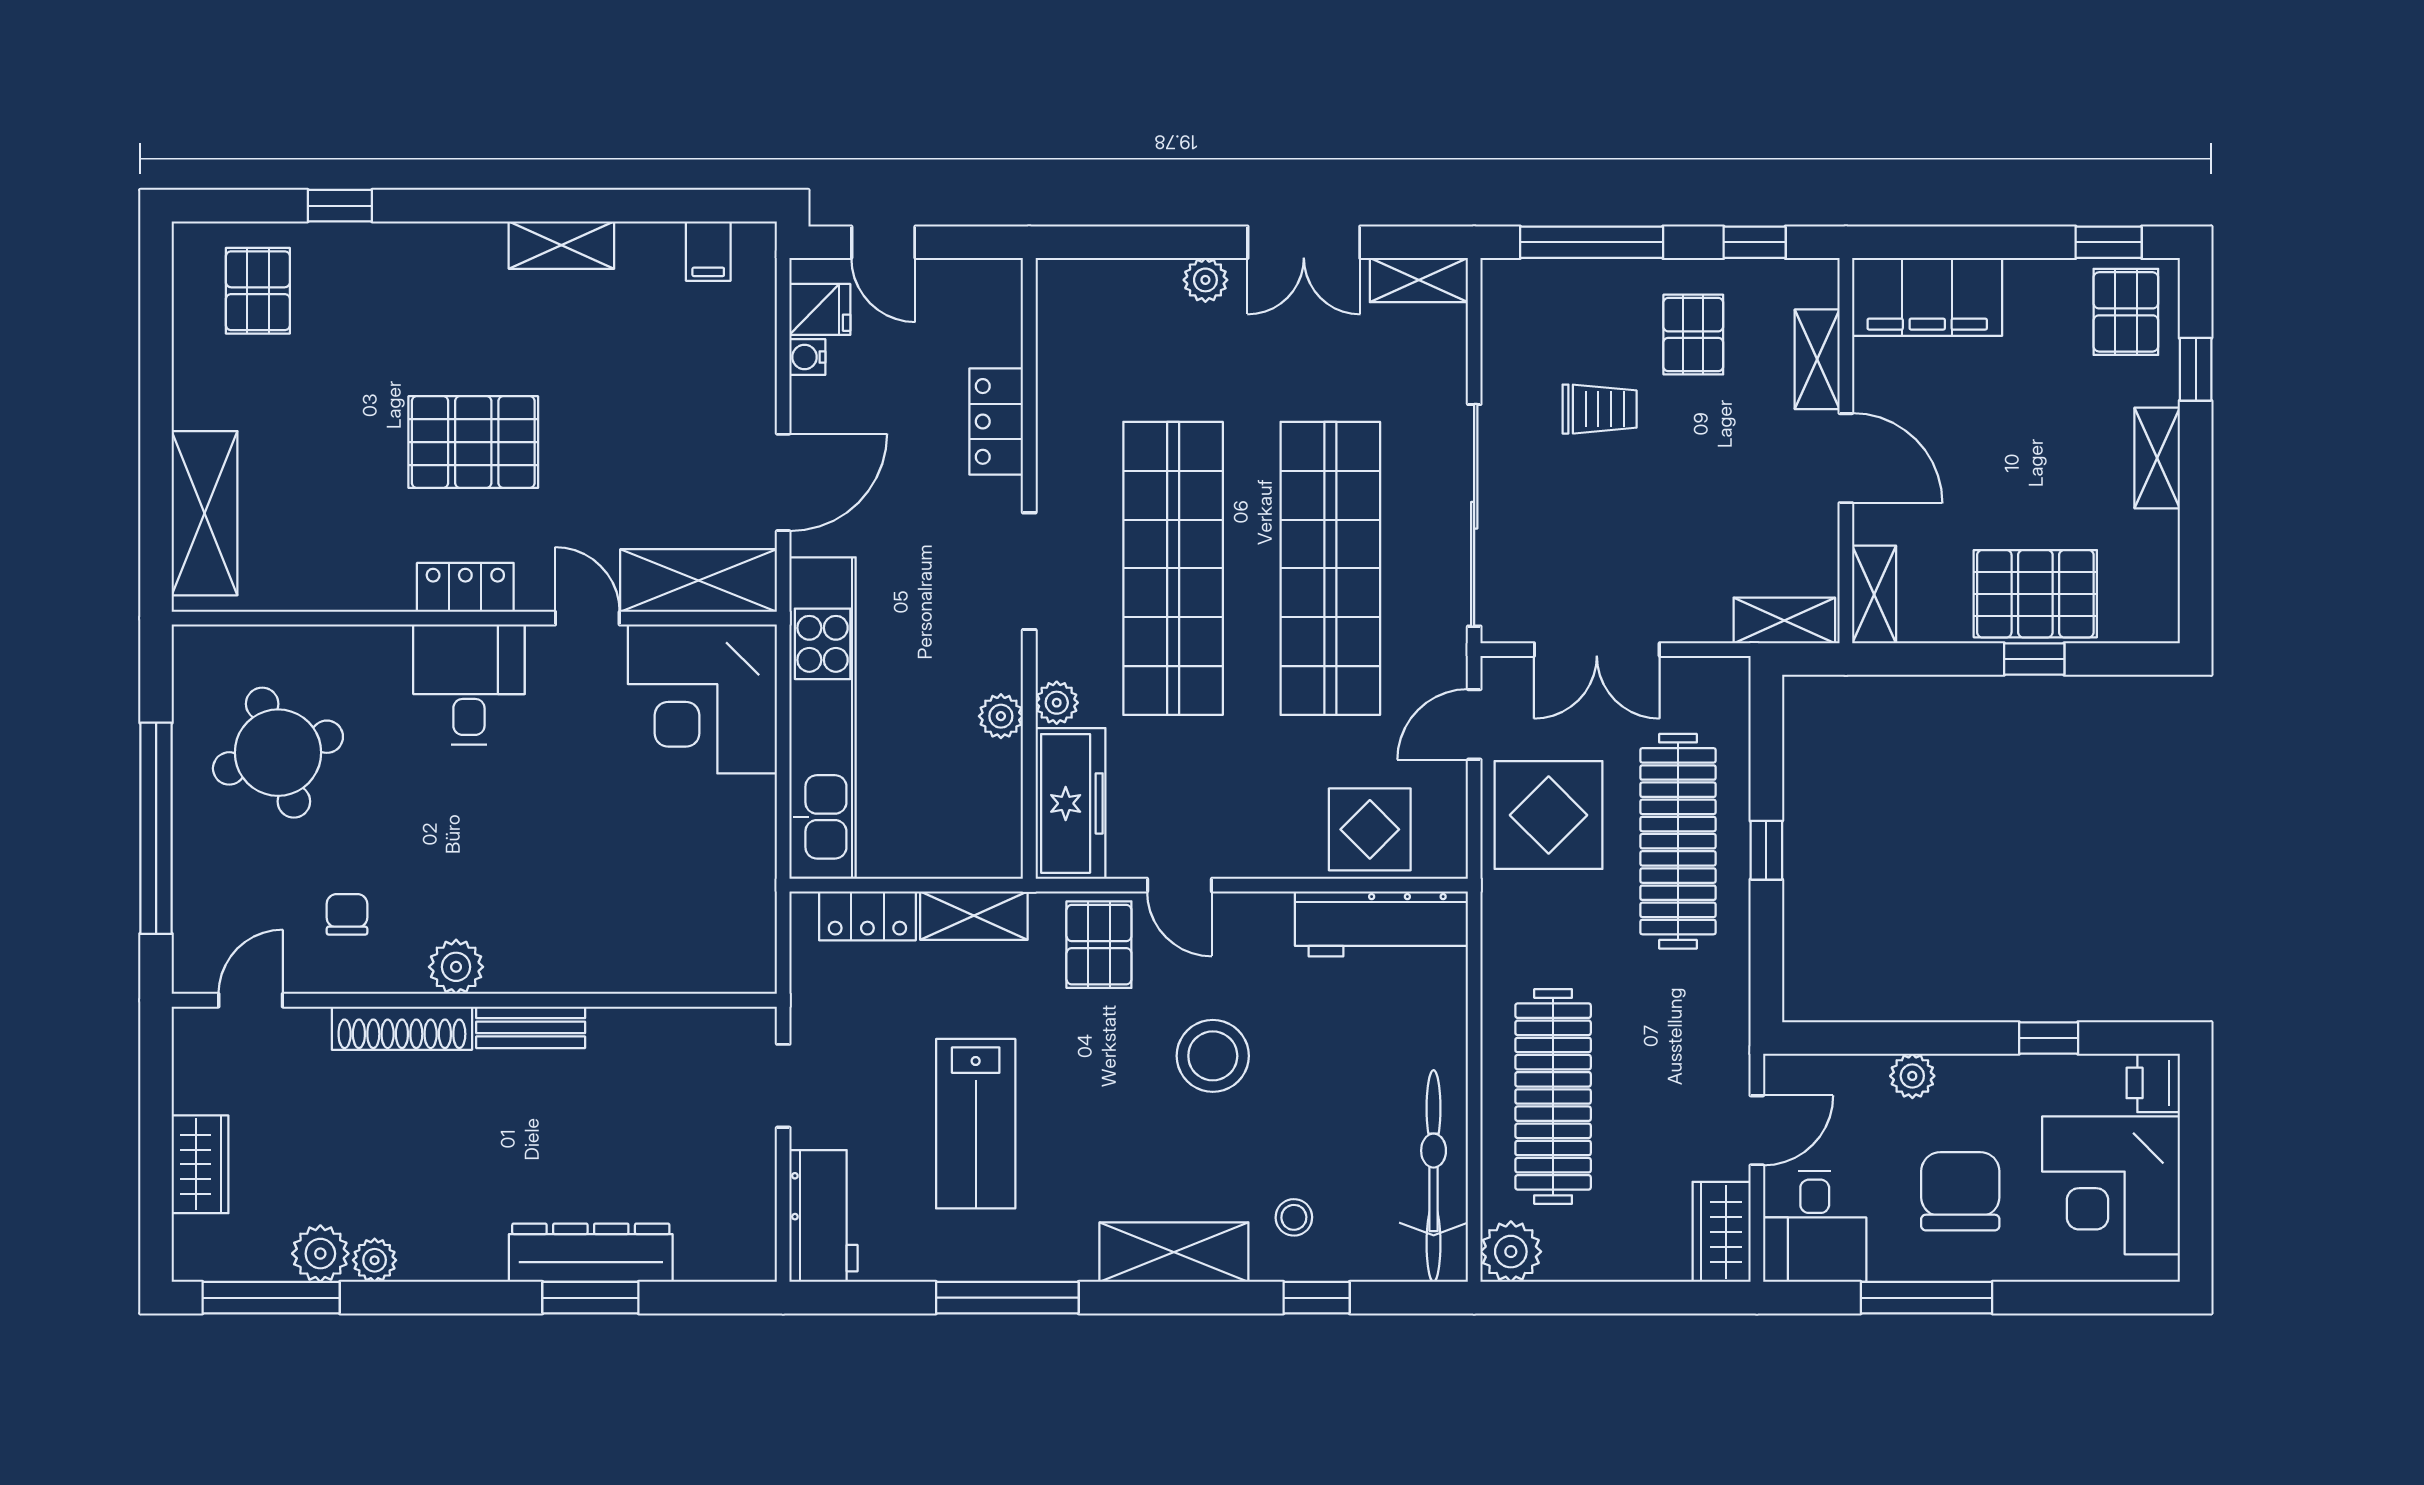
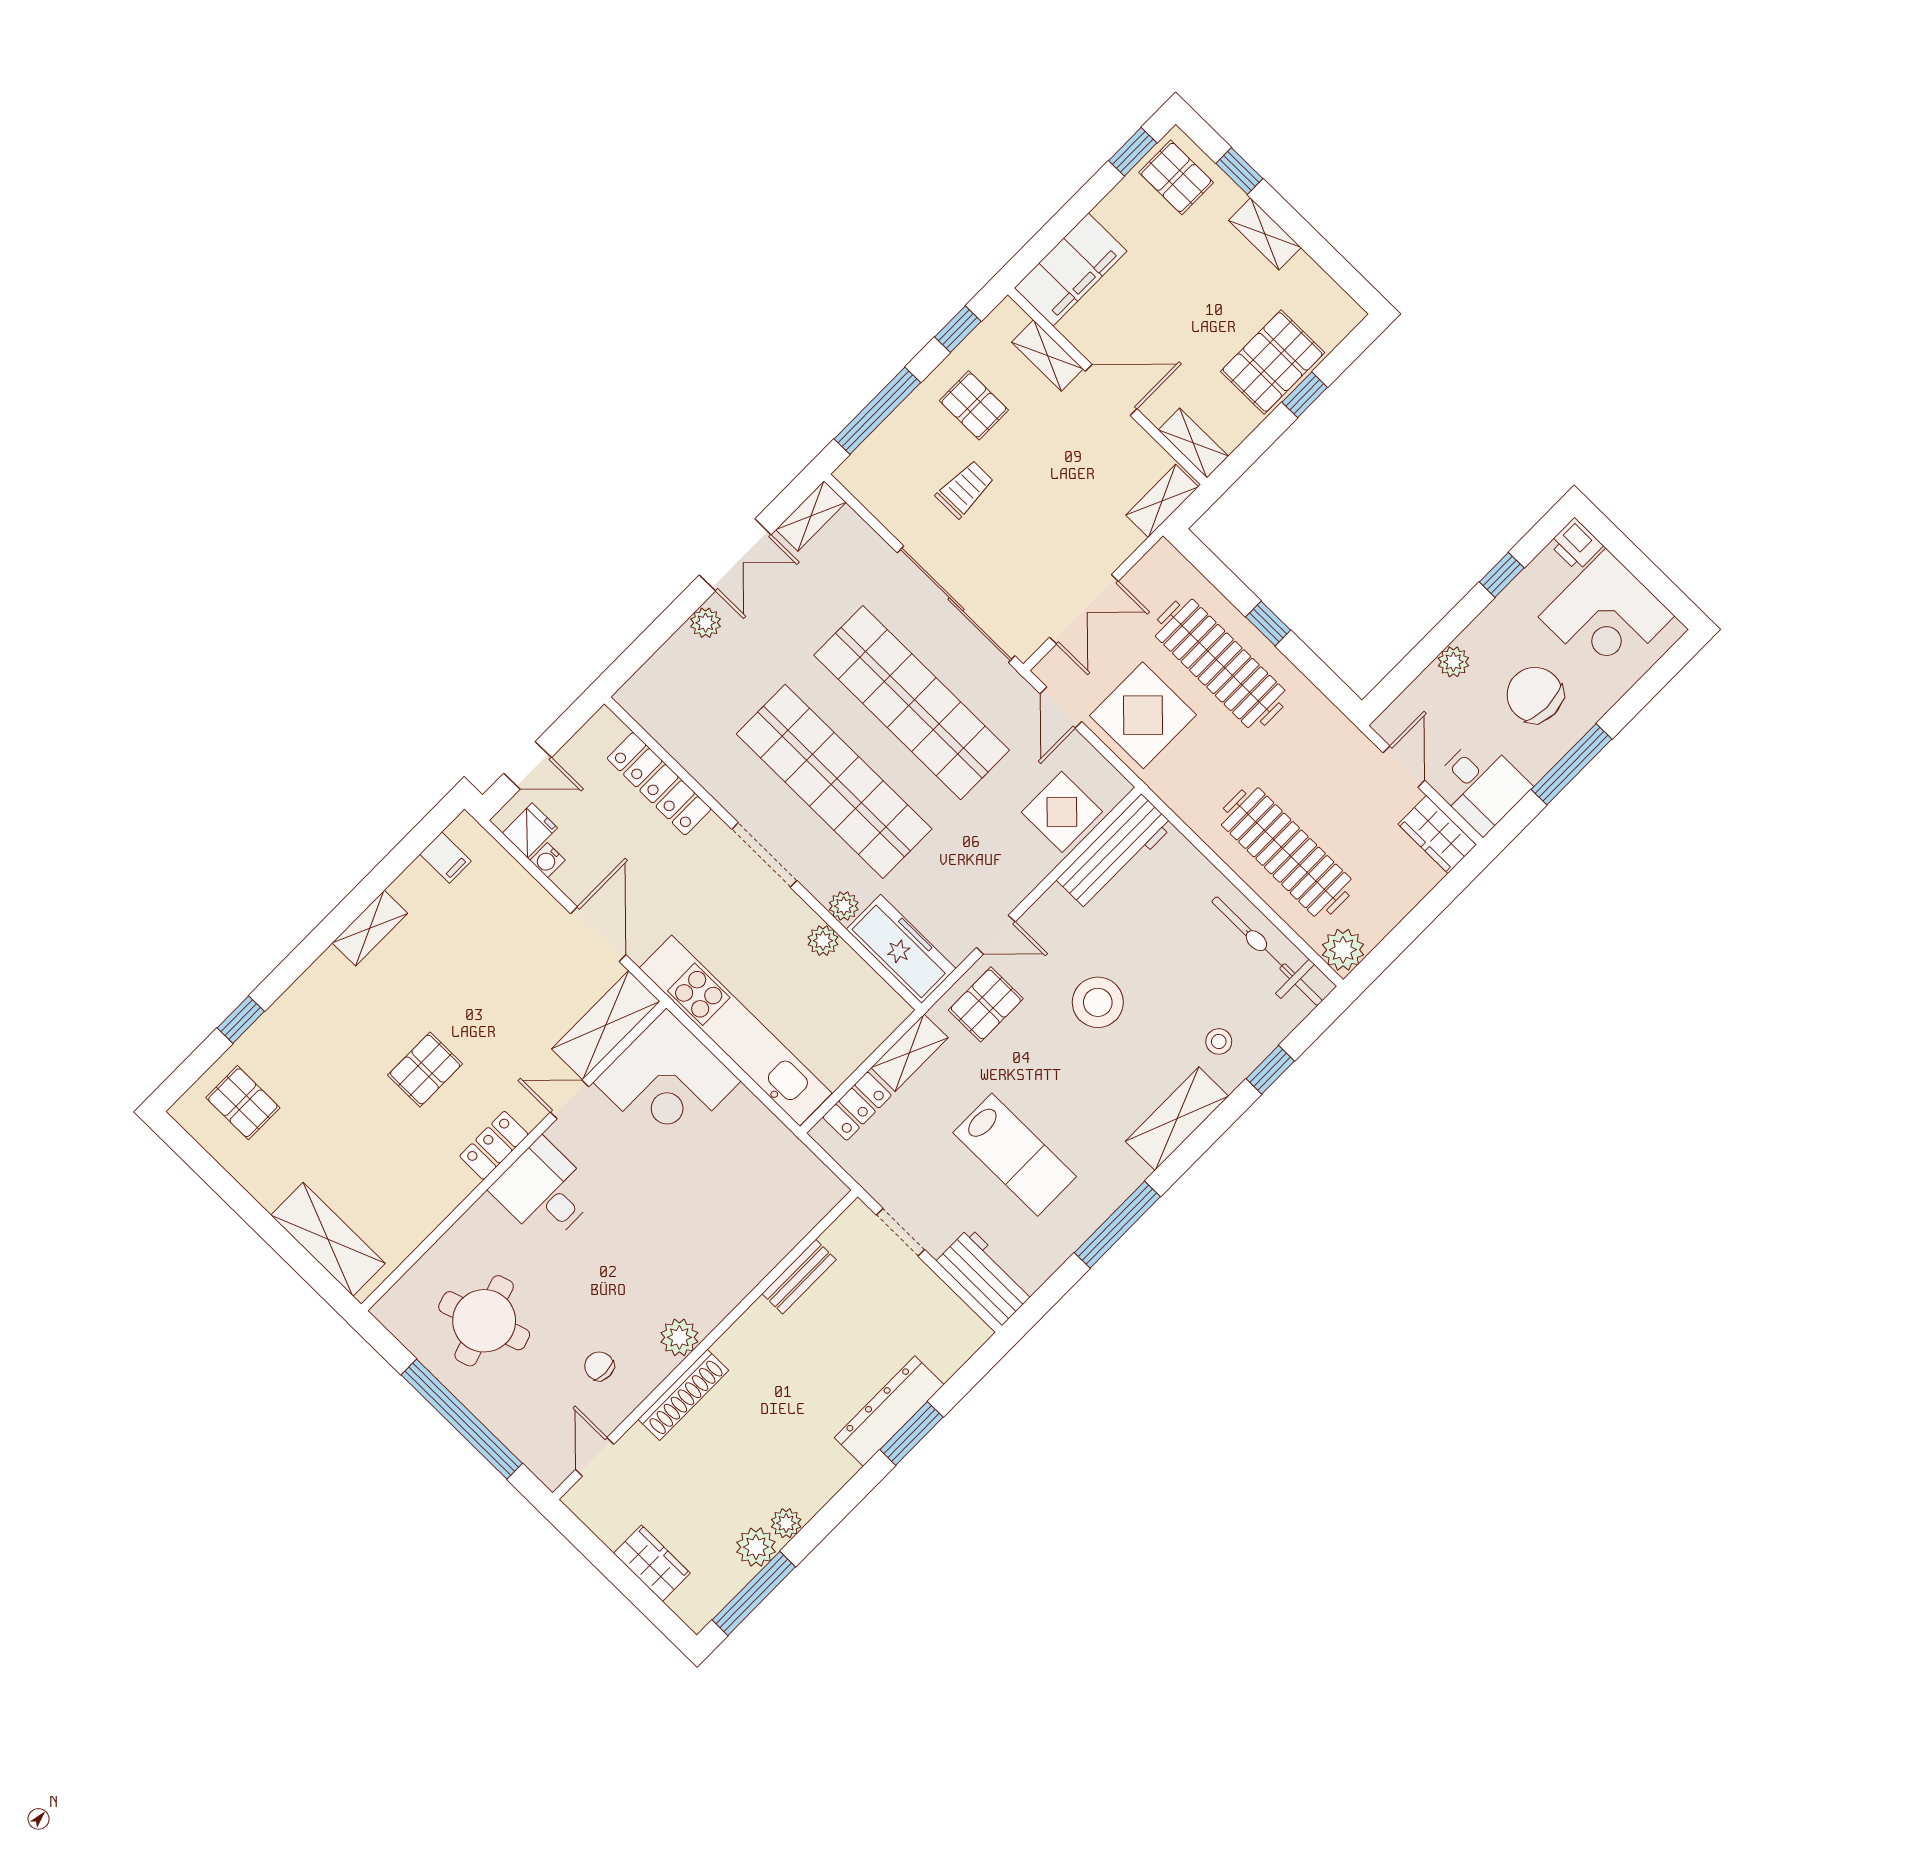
locker: (996, 421) -> (659, 784), width x1.53
pallet: (473, 442) -> (425, 1070), width x0.67, depth x0.71
pallet: (1099, 945) -> (986, 1004), turned 90
bench: (531, 1027) -> (799, 1277), moved

